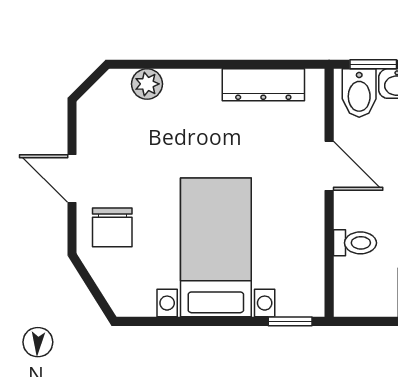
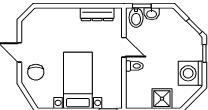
plant: (147, 84) -> (50, 14), removed
toilet: (355, 243) -> (134, 66), moved

